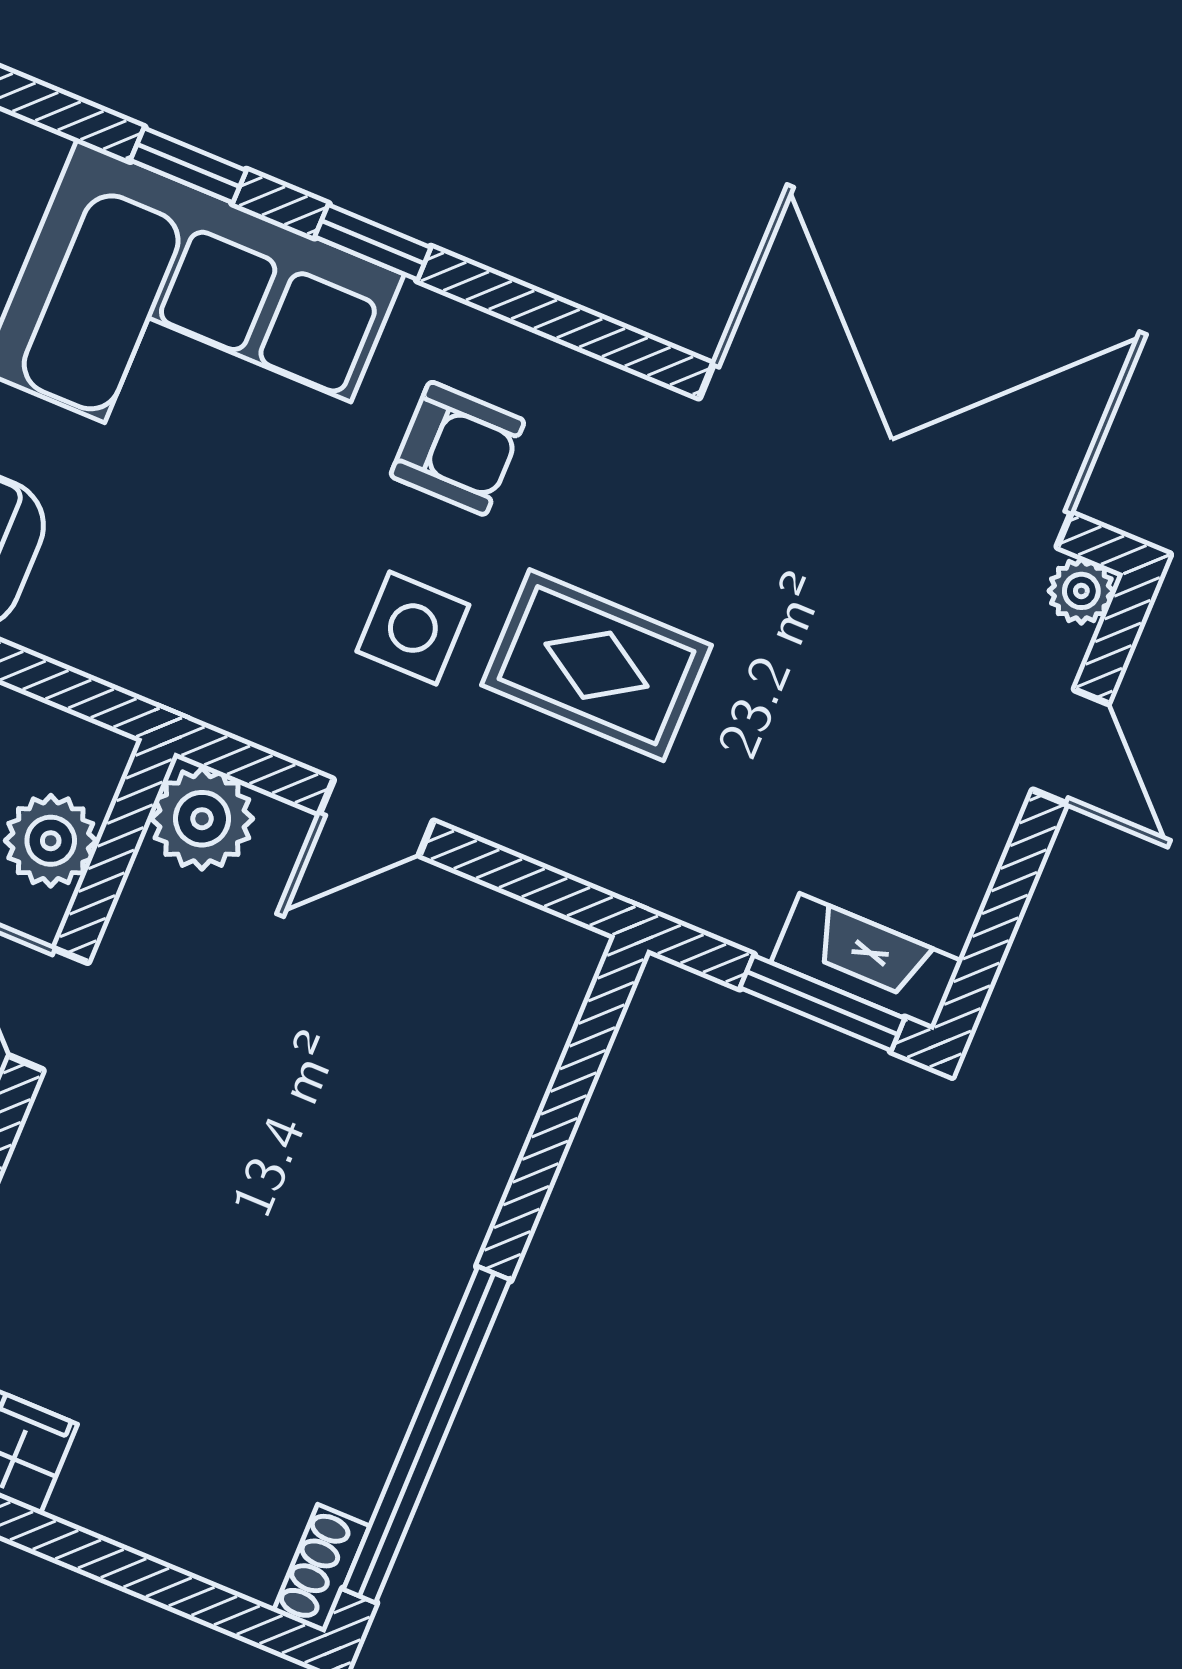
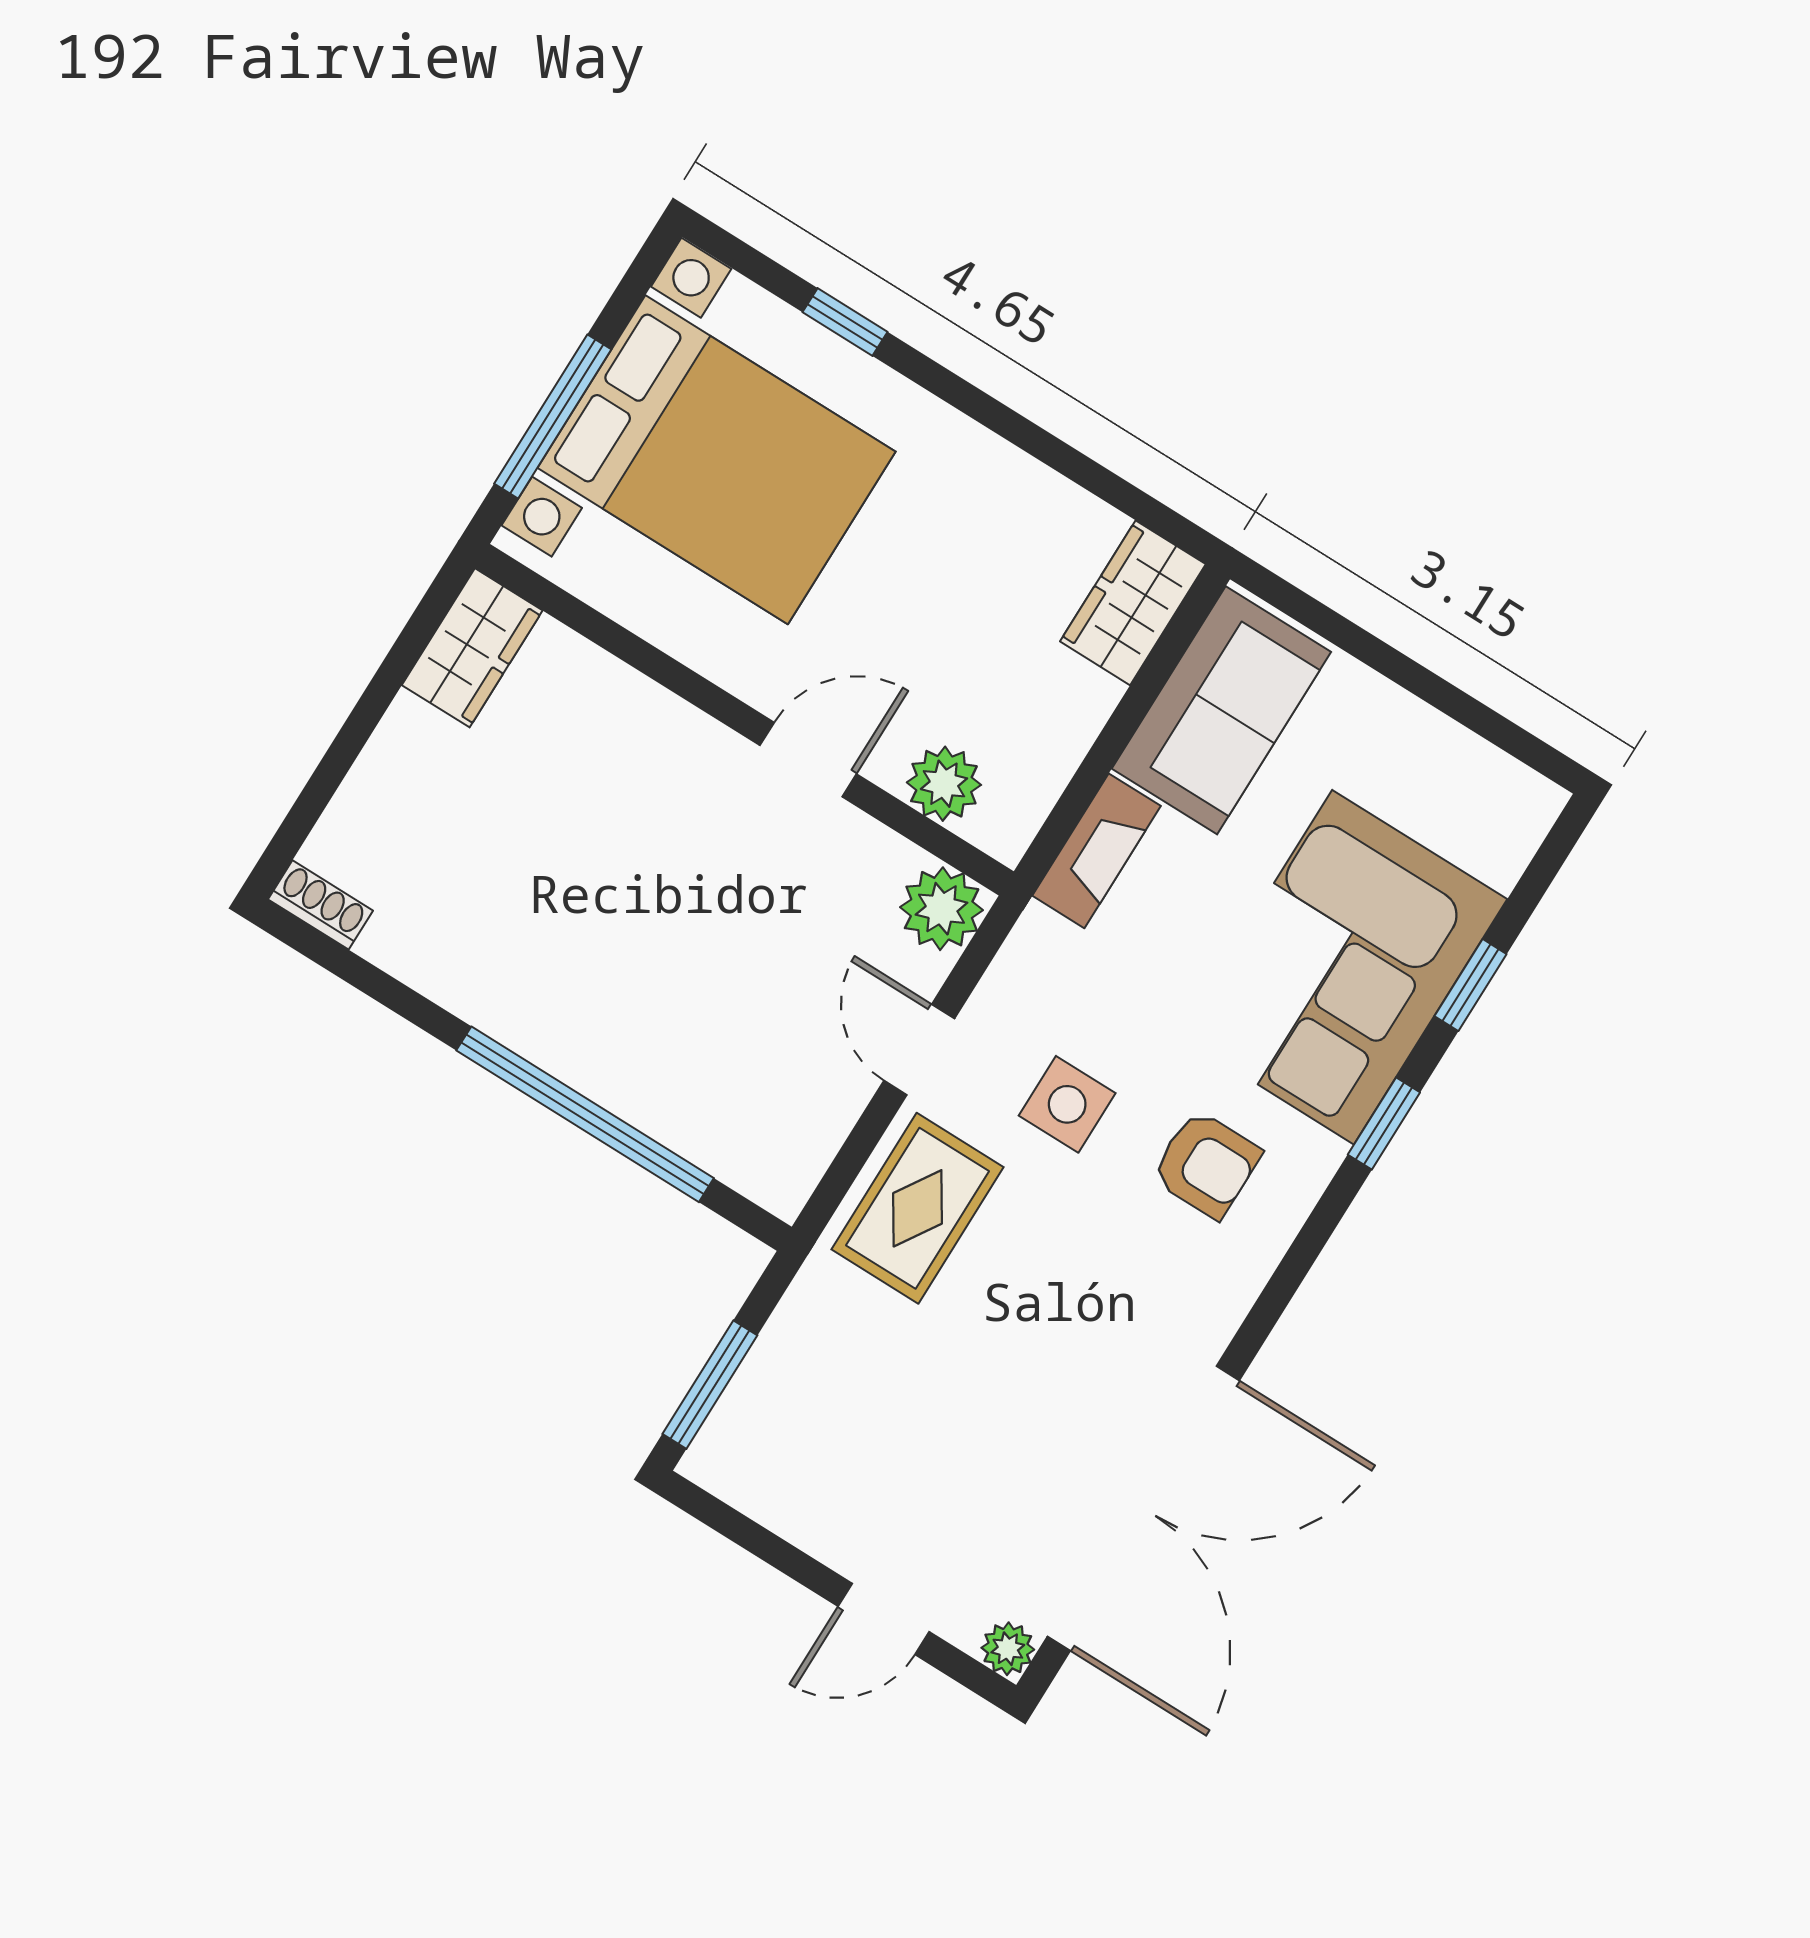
armchair: (457, 448) -> (1206, 1164), turned -90
rug: (597, 665) -> (918, 1208), moved
fireplace: (867, 962) -> (1097, 851), moved
window: (427, 1435) -> (585, 1114), moved

